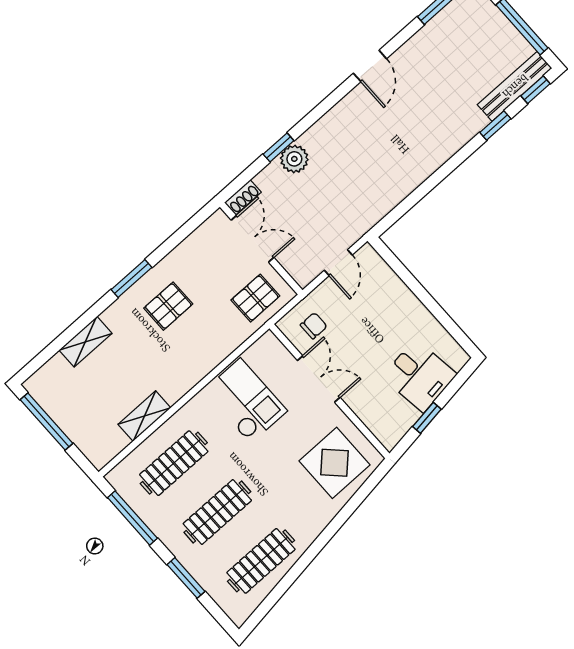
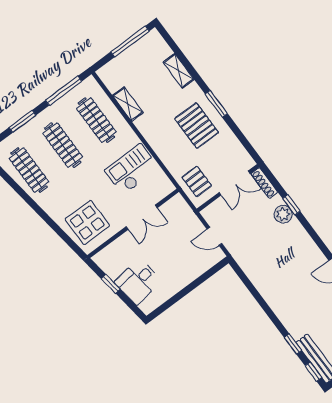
shoe rack: (243, 197) -> (264, 183), width x1.43
pallet: (168, 306) -> (197, 126), width x1.50, depth x1.42
chair: (314, 326) -> (176, 217), removed
checkout: (245, 401) -> (132, 169), turned 180

